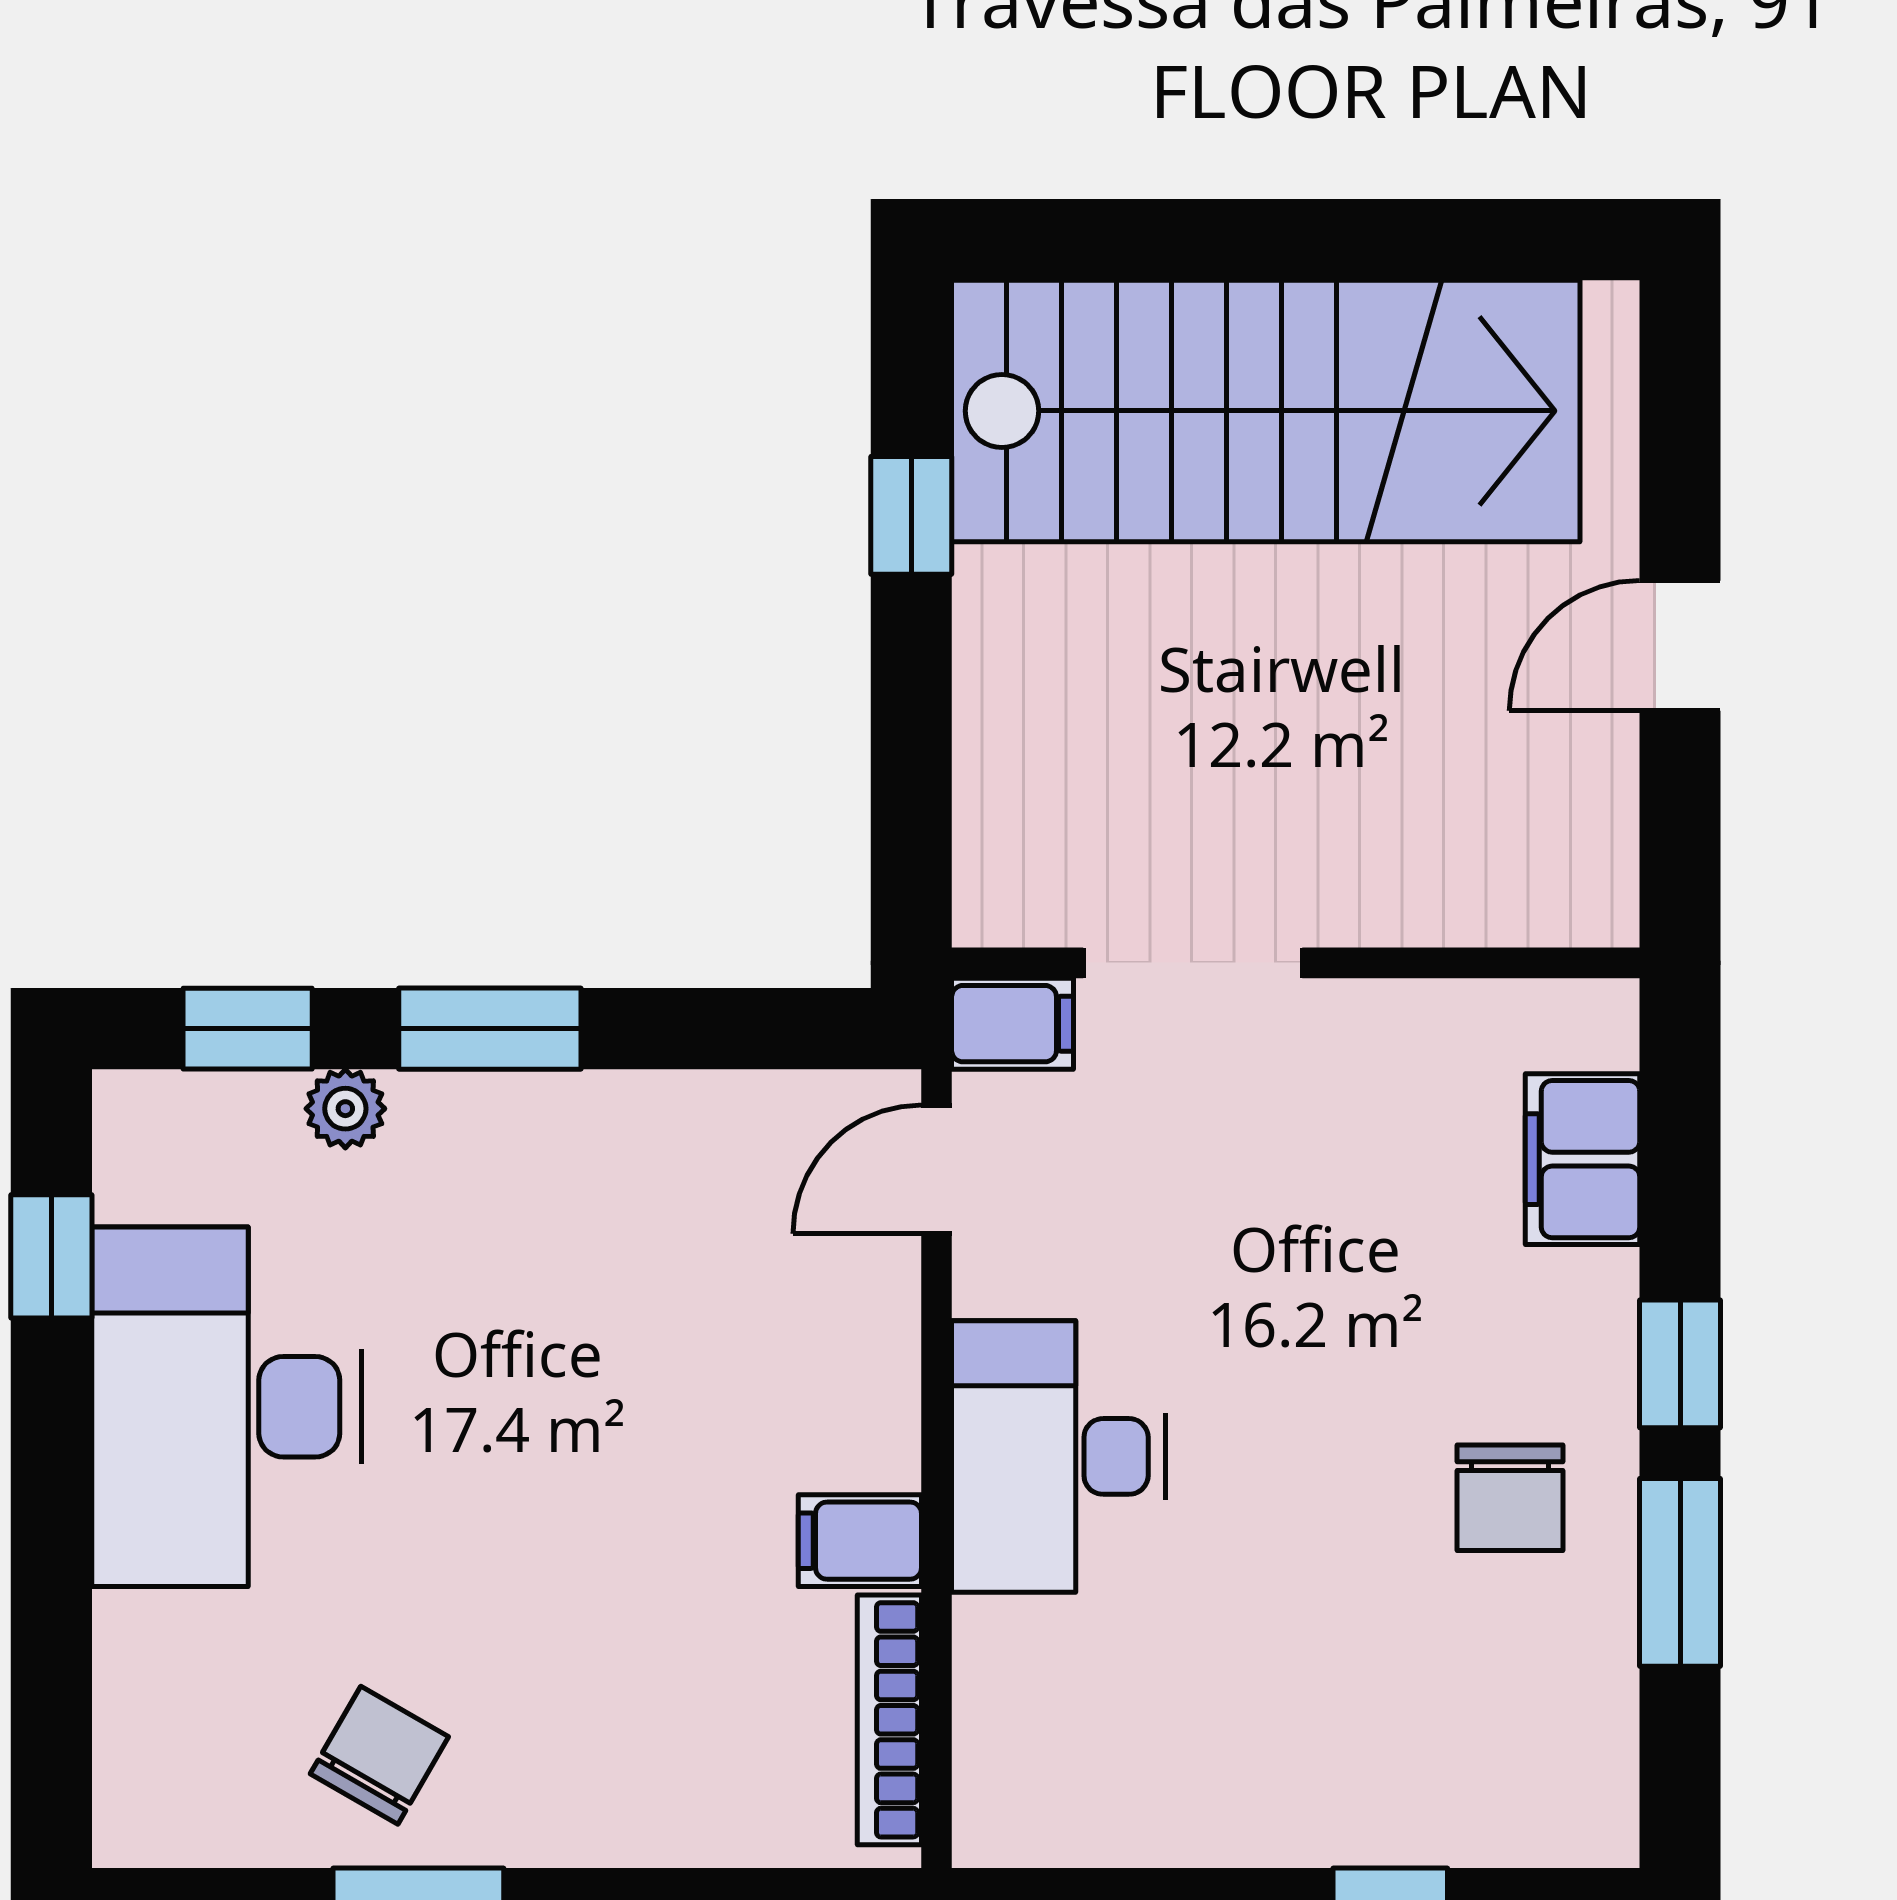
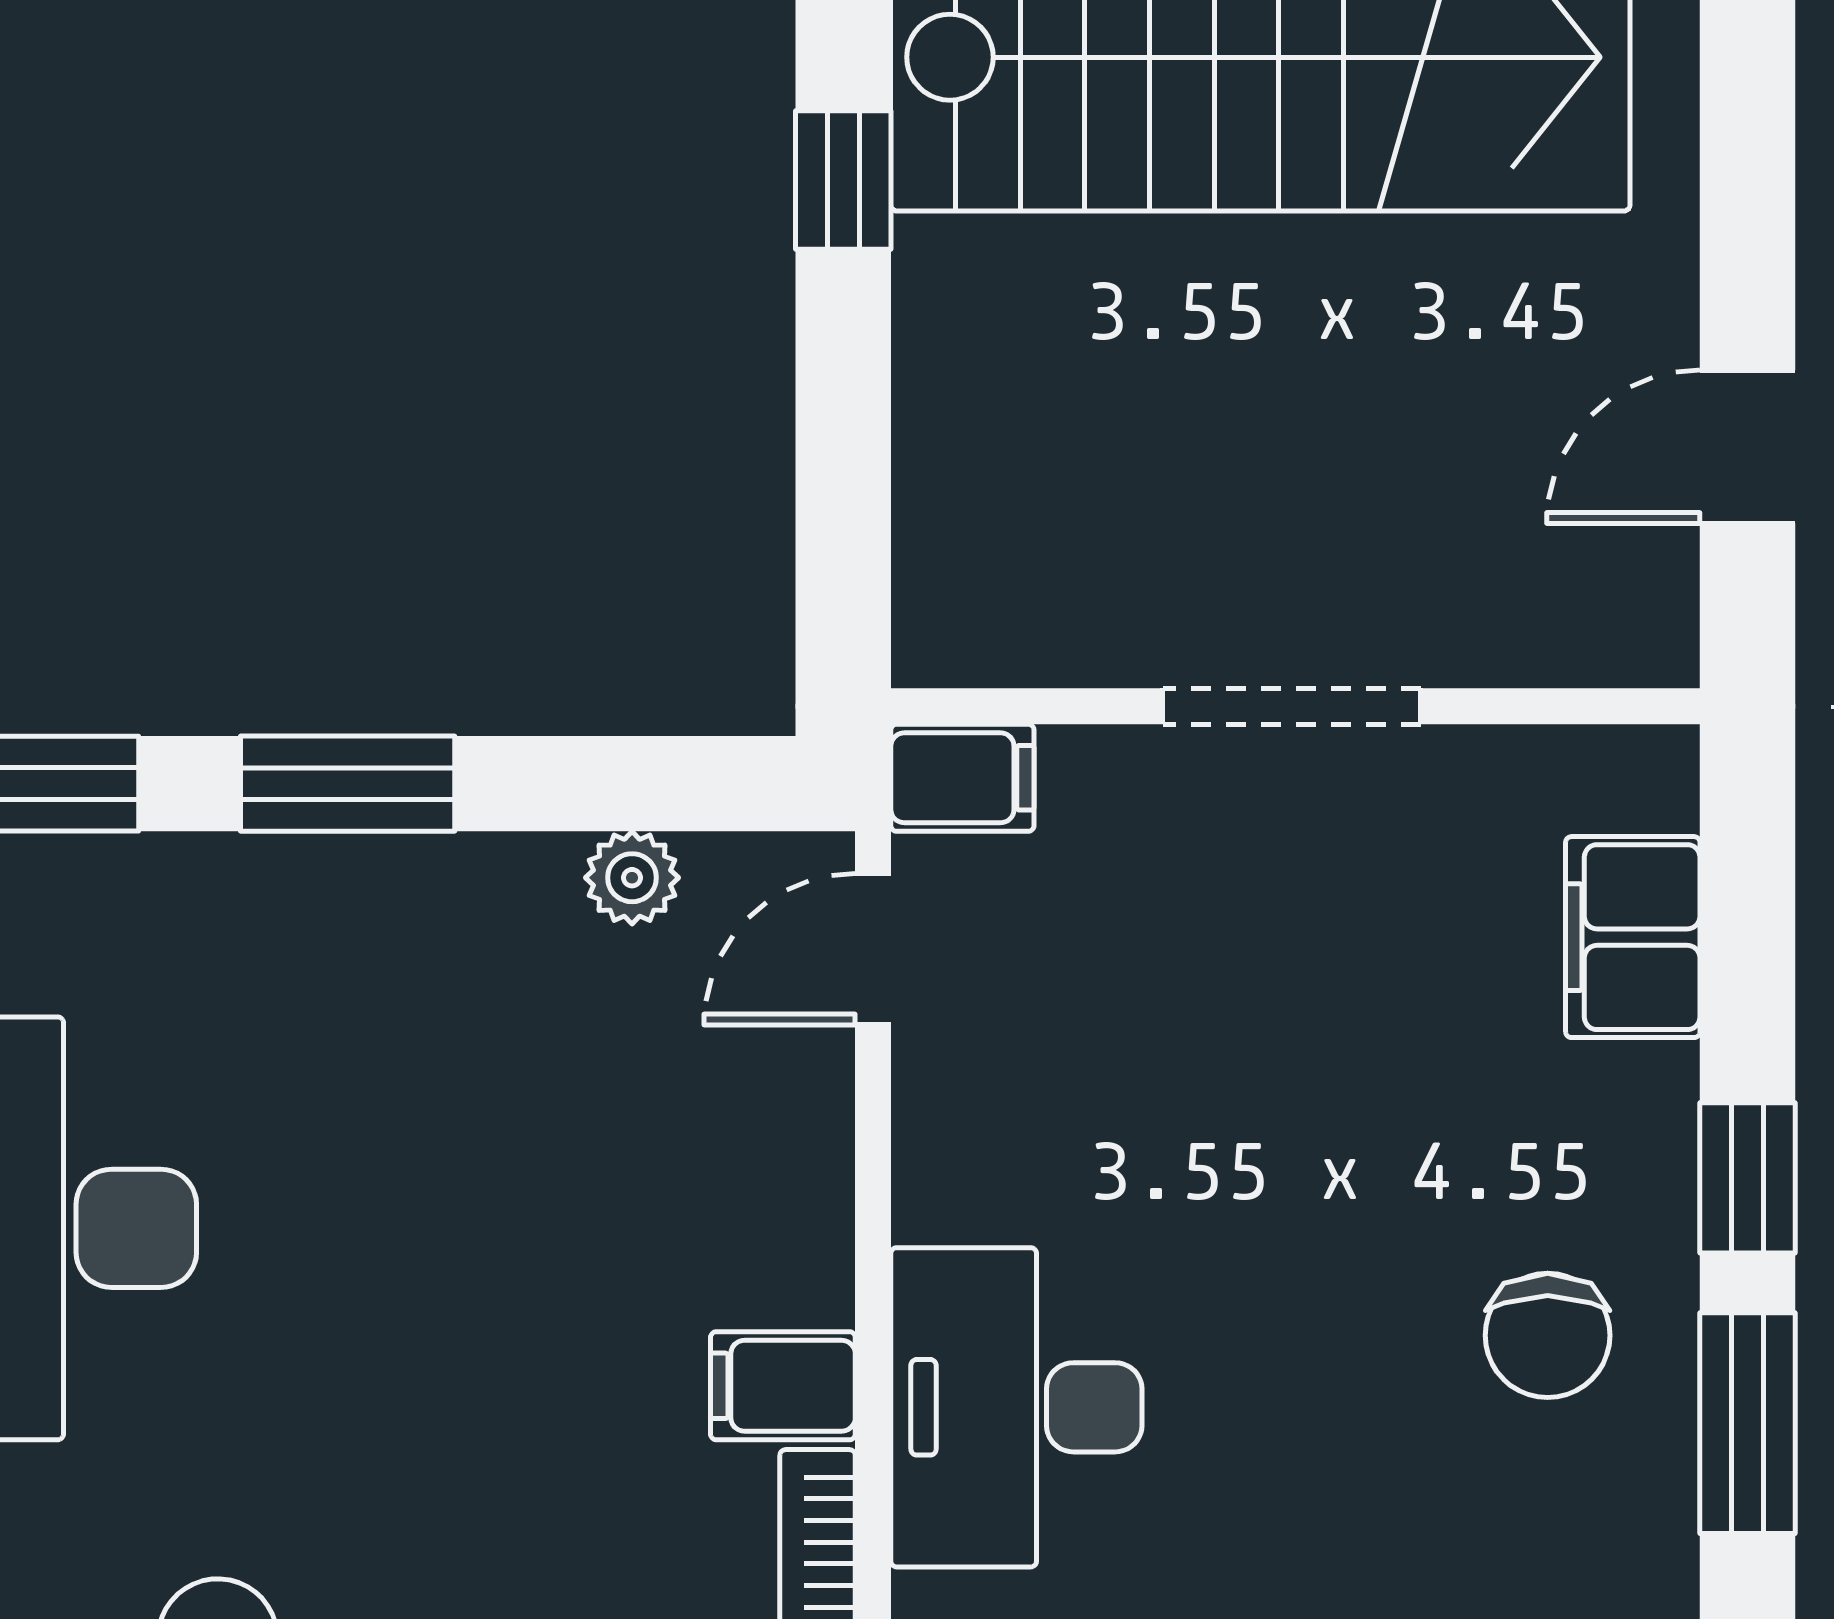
door: (1680, 646) -> (1747, 447), moved
doorway: (1193, 963) -> (1292, 706), moved
plant: (345, 1109) -> (632, 878), moved
desk: (1058, 1456) -> (1016, 1407), moved

